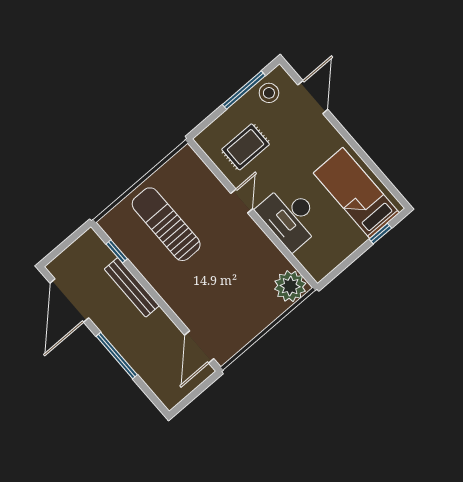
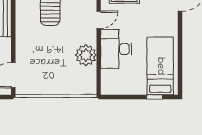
plant: (290, 286) -> (86, 55), moved

